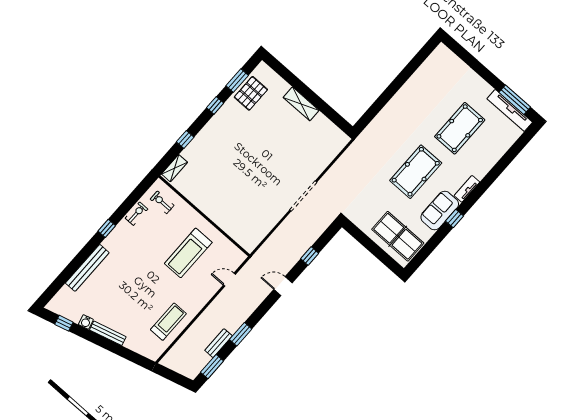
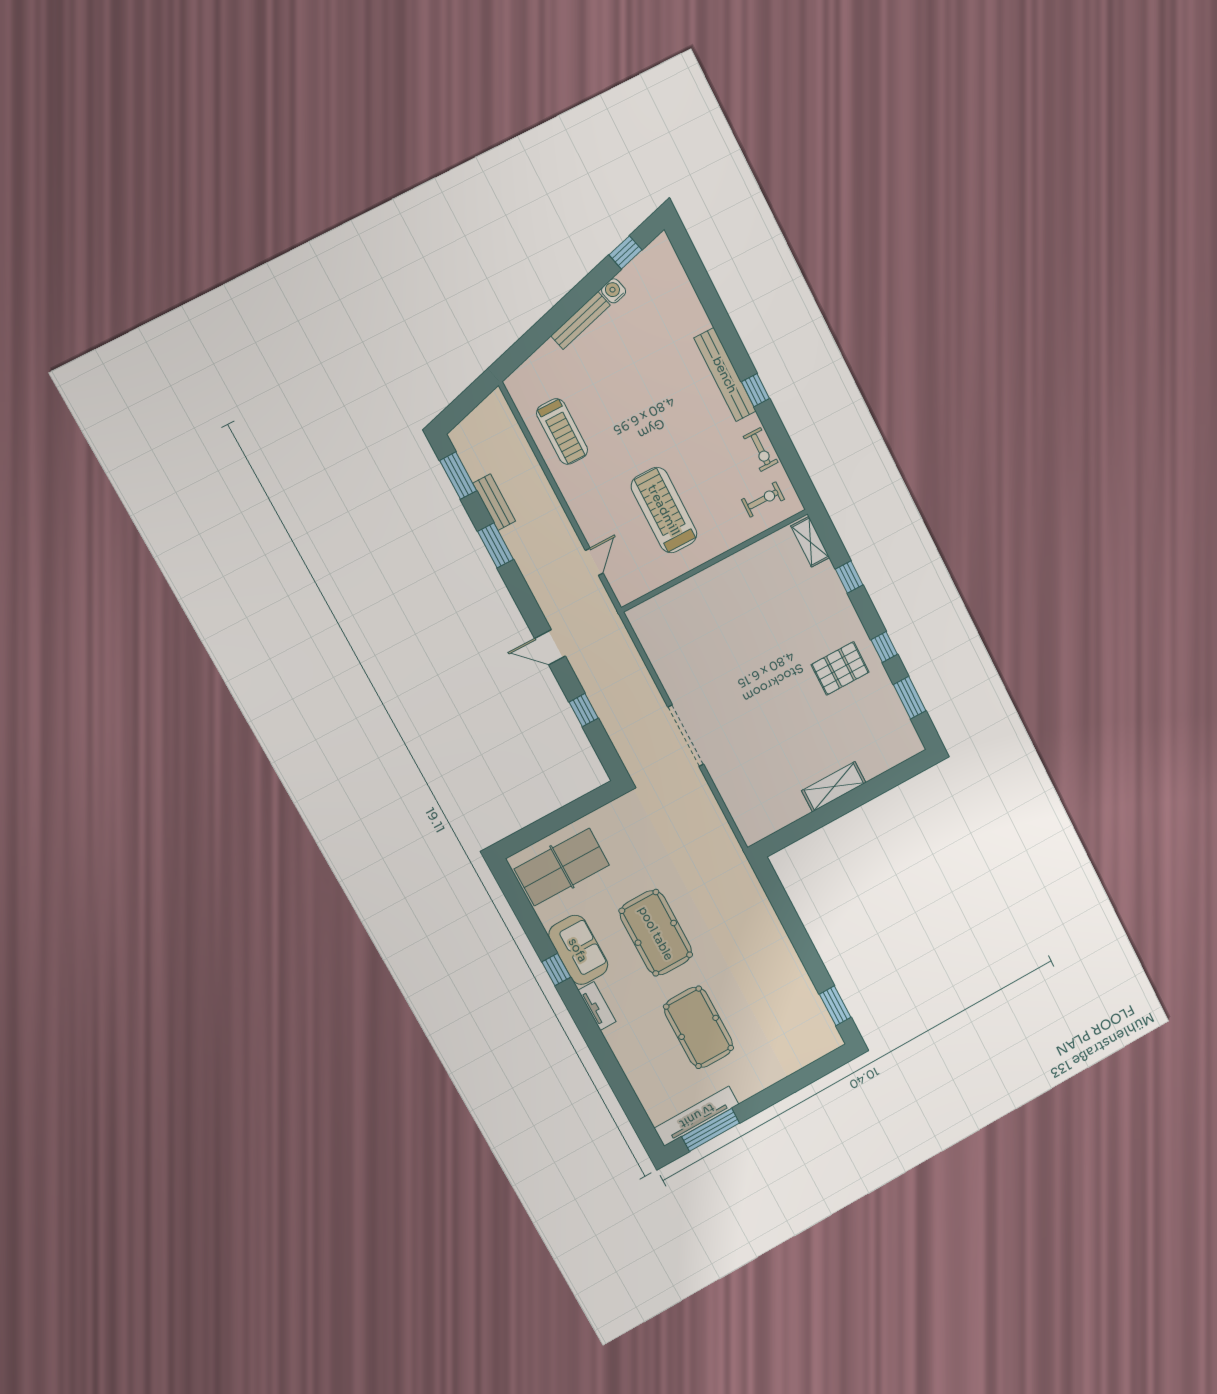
window: (422, 56) -> (835, 1006), added
pallet: (251, 93) -> (840, 668), moved, turned 90
bench: (87, 268) -> (725, 375), moved
door: (283, 286) -> (550, 647), swing flipped

